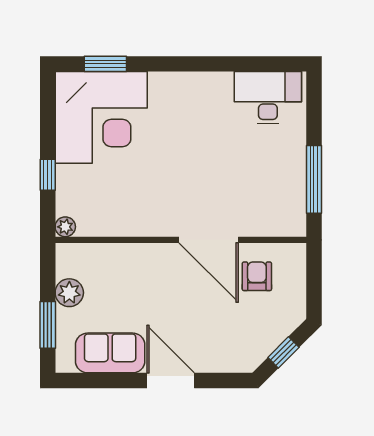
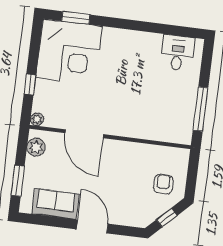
desk: (268, 98) -> (178, 53), width x0.73
door: (209, 240) -> (84, 134), moved
armchair: (257, 276) -> (163, 184), moved
plant: (69, 293) -> (36, 147), moved

